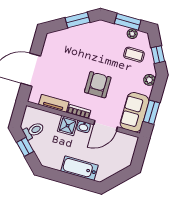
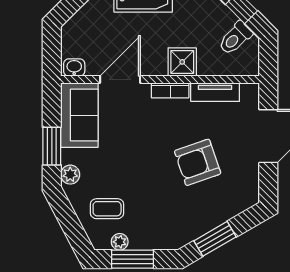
window: (158, 55) -> (68, 220), removed
armchair: (98, 85) -> (198, 162), moved, turned 71
window: (151, 112) -> (52, 146), moved
washbasin: (84, 127) -> (74, 67), moved

